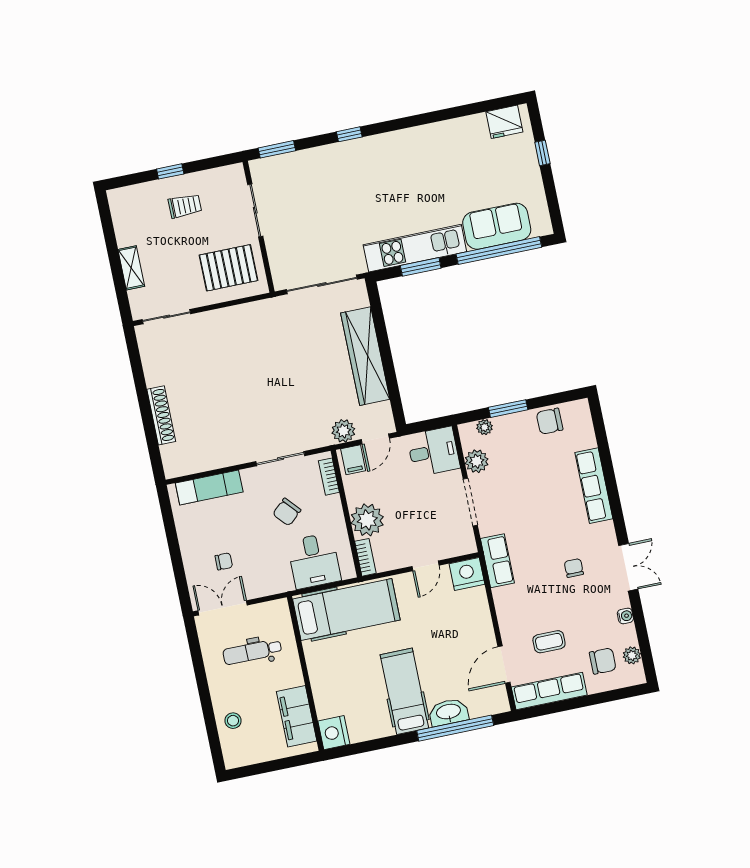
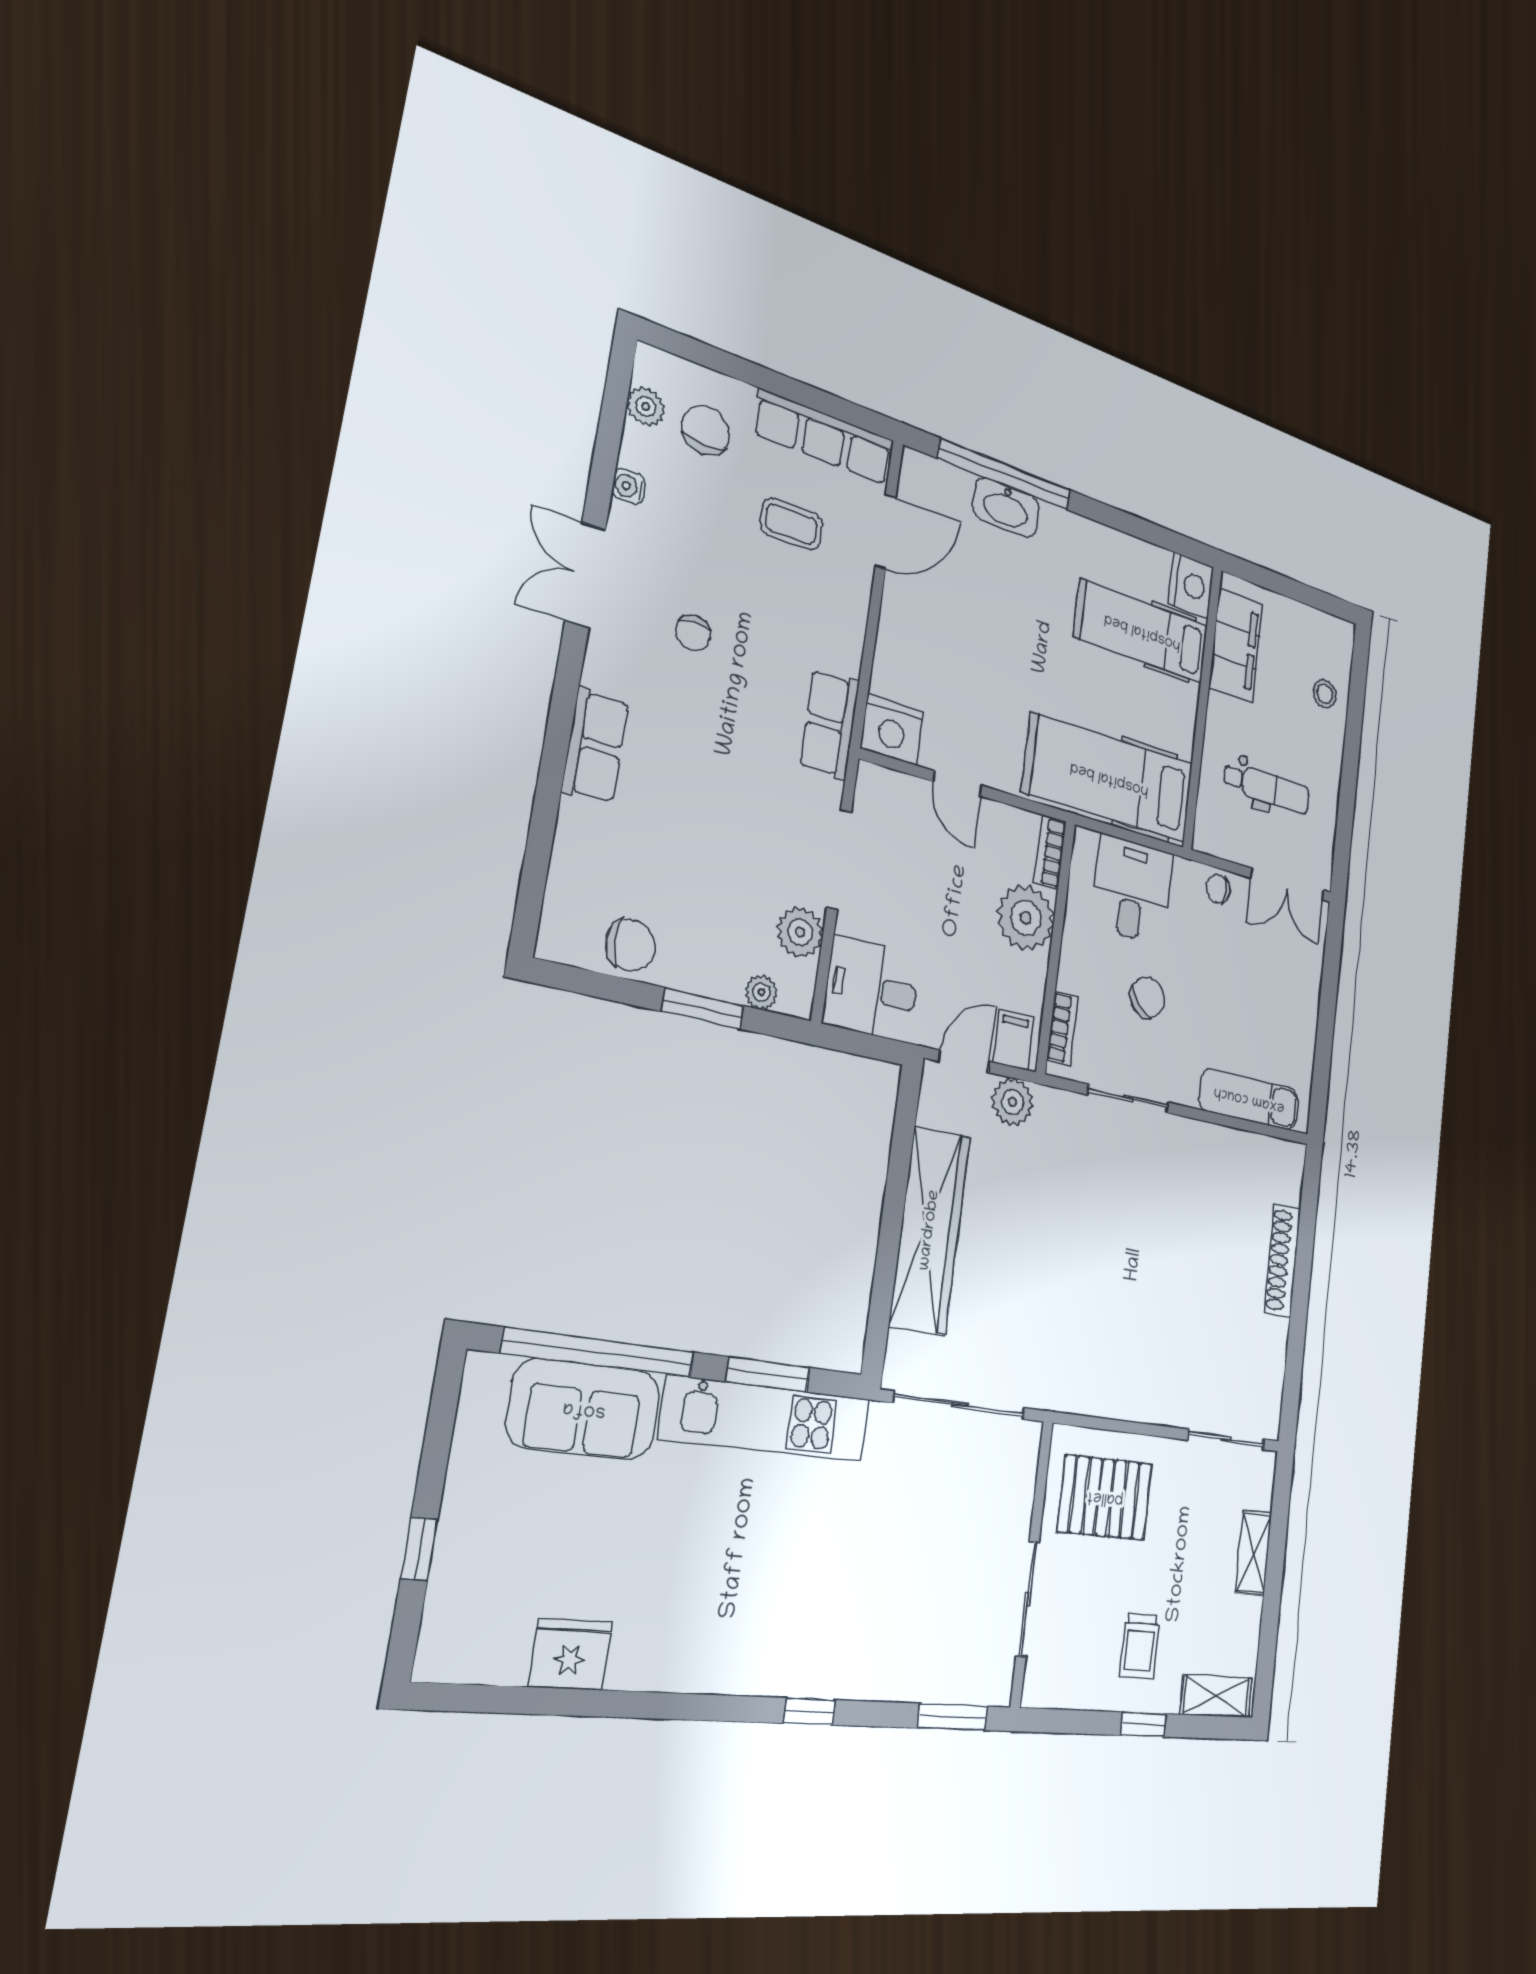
fridge: (504, 122) -> (570, 1654), moved
shelving: (132, 195) -> (1216, 1696), added
trolley: (185, 206) -> (1140, 1646), turned -90
row of seats: (594, 486) -> (595, 746), width x0.68
chair: (224, 561) -> (1218, 889), moved
door: (425, 566) -> (957, 783), swing flipped
chair: (603, 661) -> (706, 430), turned 90
hospital bed: (404, 691) -> (1142, 631), moved, turned 90

